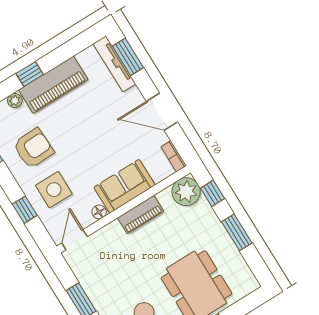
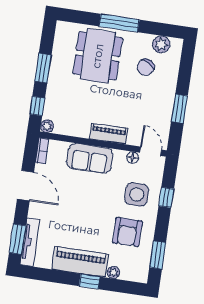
armchair: (33, 148) -> (127, 232), turned -88
plant: (186, 192) -> (47, 126), width x0.53, depth x0.53
floor lamp: (99, 212) -> (133, 158), moved
piano: (141, 215) -> (109, 134), moved
door: (75, 240) -> (151, 151), swing flipped

